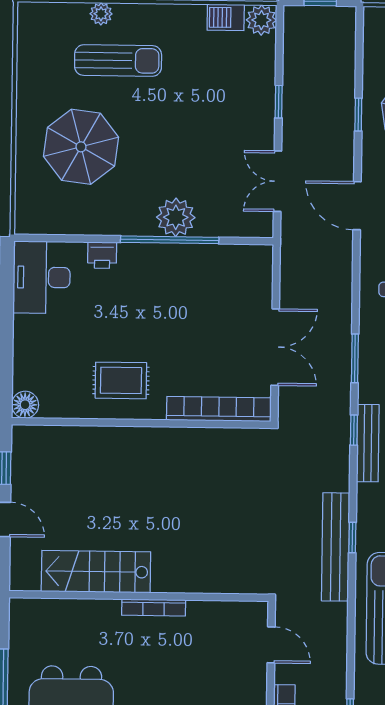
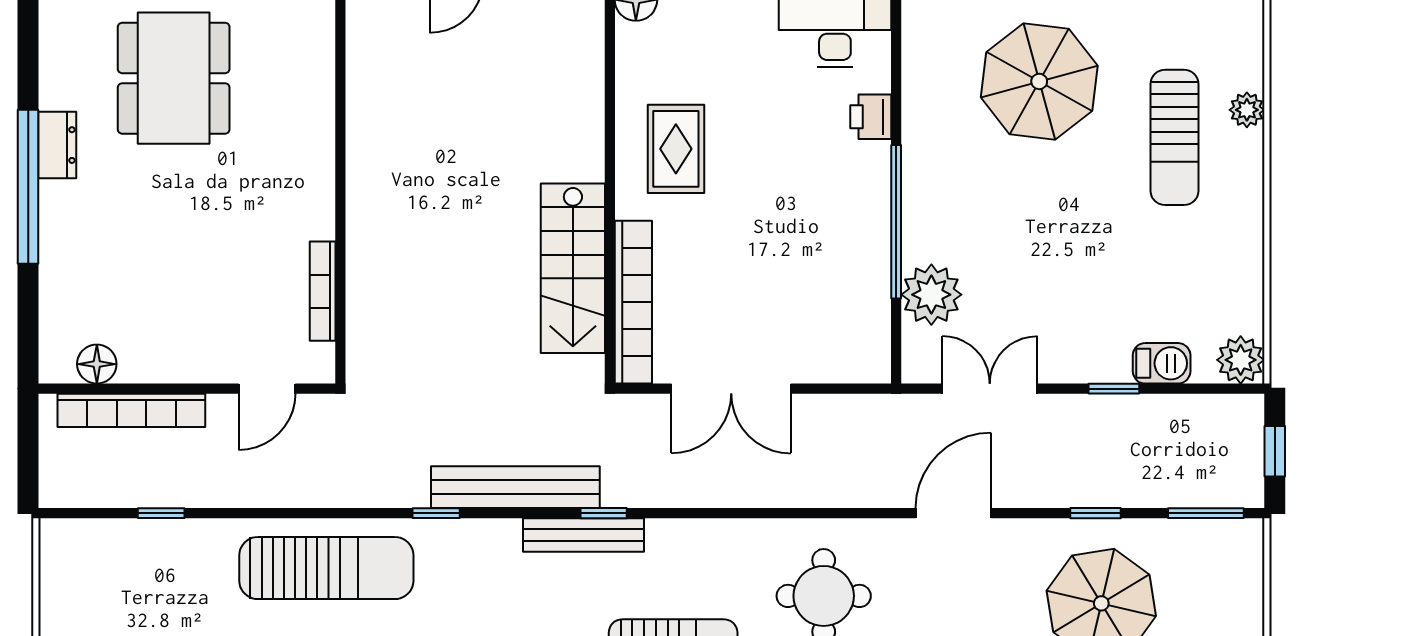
barbecue: (226, 17) -> (1162, 363), moved, turned 90
plant: (176, 217) -> (931, 295), moved
window: (355, 358) -> (1206, 513), moved
bench: (336, 547) -> (515, 487), moved
stairs: (96, 572) -> (573, 268), moved, turned 180
bookcase: (154, 607) -> (323, 291), moved

